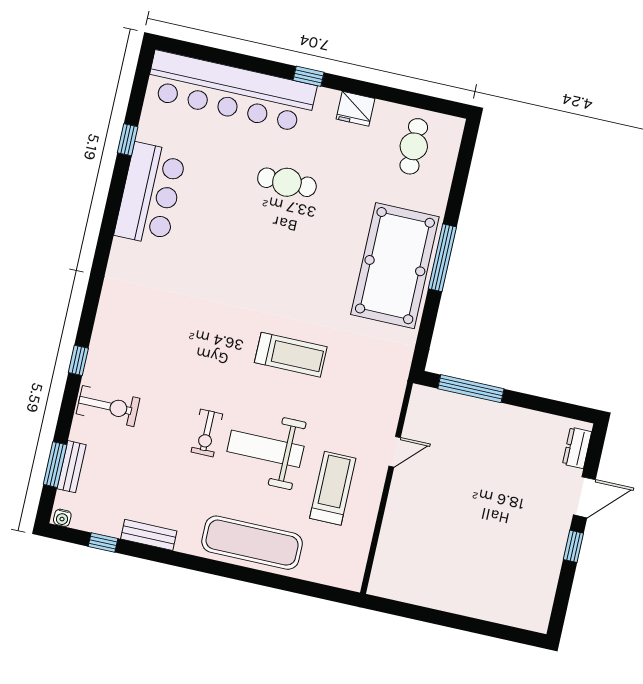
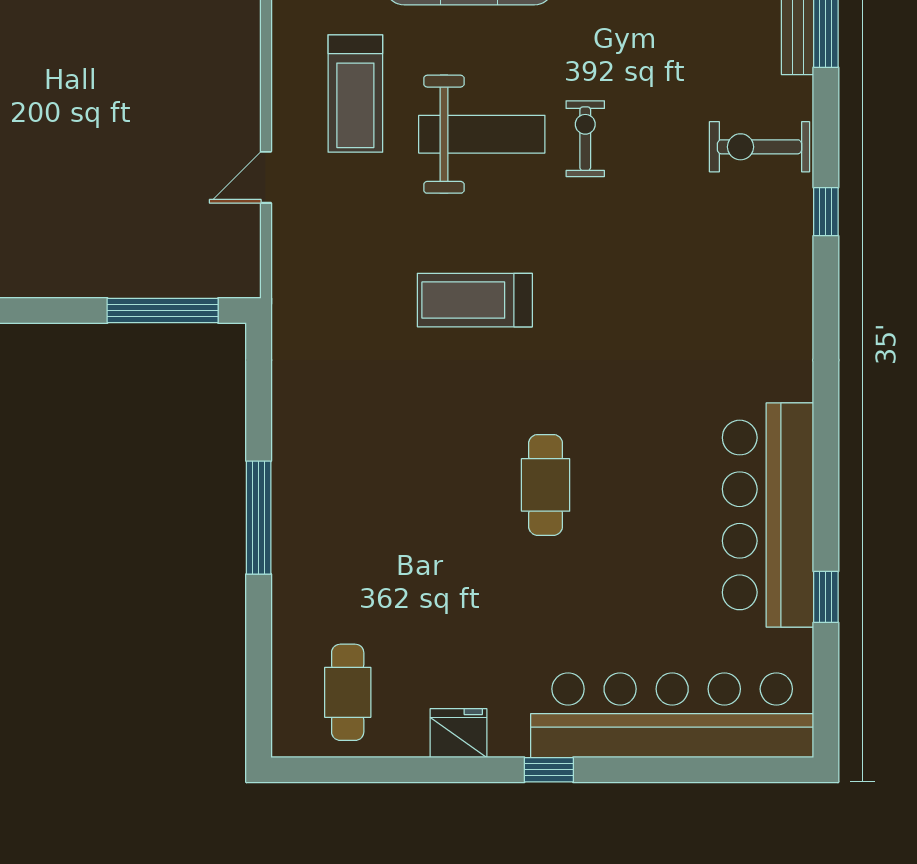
cafe table: (287, 182) -> (546, 485), moved, turned 90
bar counter: (150, 194) -> (768, 515), width x1.36
pool table: (395, 266) -> (335, 487), removed

